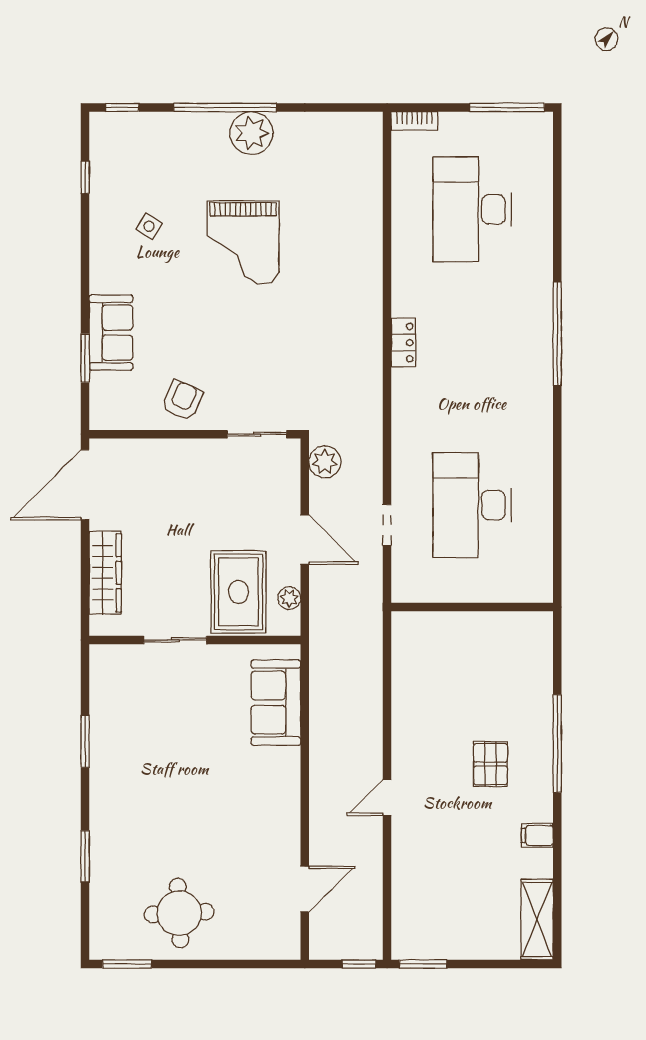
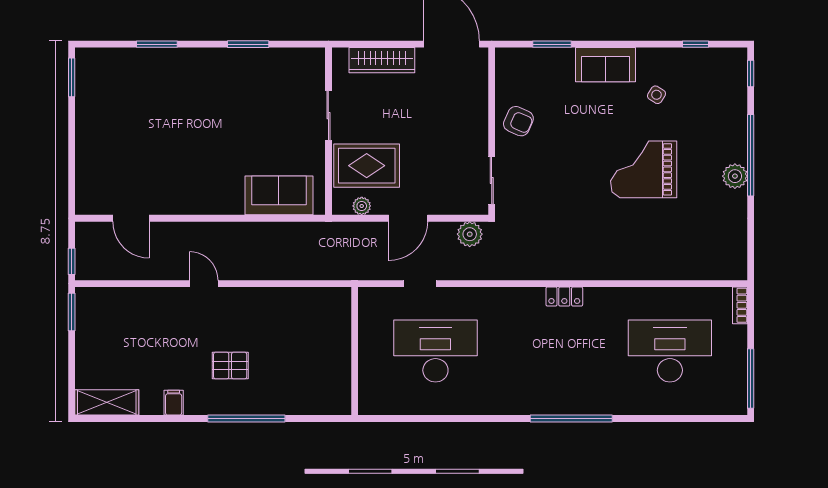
plant: (252, 133) -> (735, 176), width x0.73, depth x0.73
sofa: (111, 333) -> (606, 65), moved
round table: (179, 913) -> (112, 119), removed

